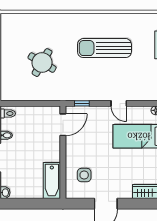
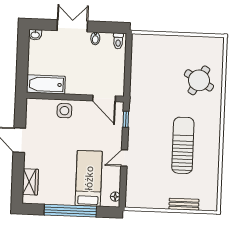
round table: (42, 63) -> (199, 80), moved
side table: (84, 175) -> (64, 111), moved

